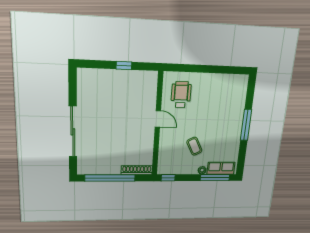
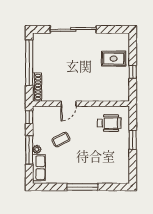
window: (202, 69) -> (133, 140), added
rug: (108, 87) -> (114, 59), added
door: (158, 119) -> (69, 104), moved
window: (215, 178) -> (29, 150), moved

